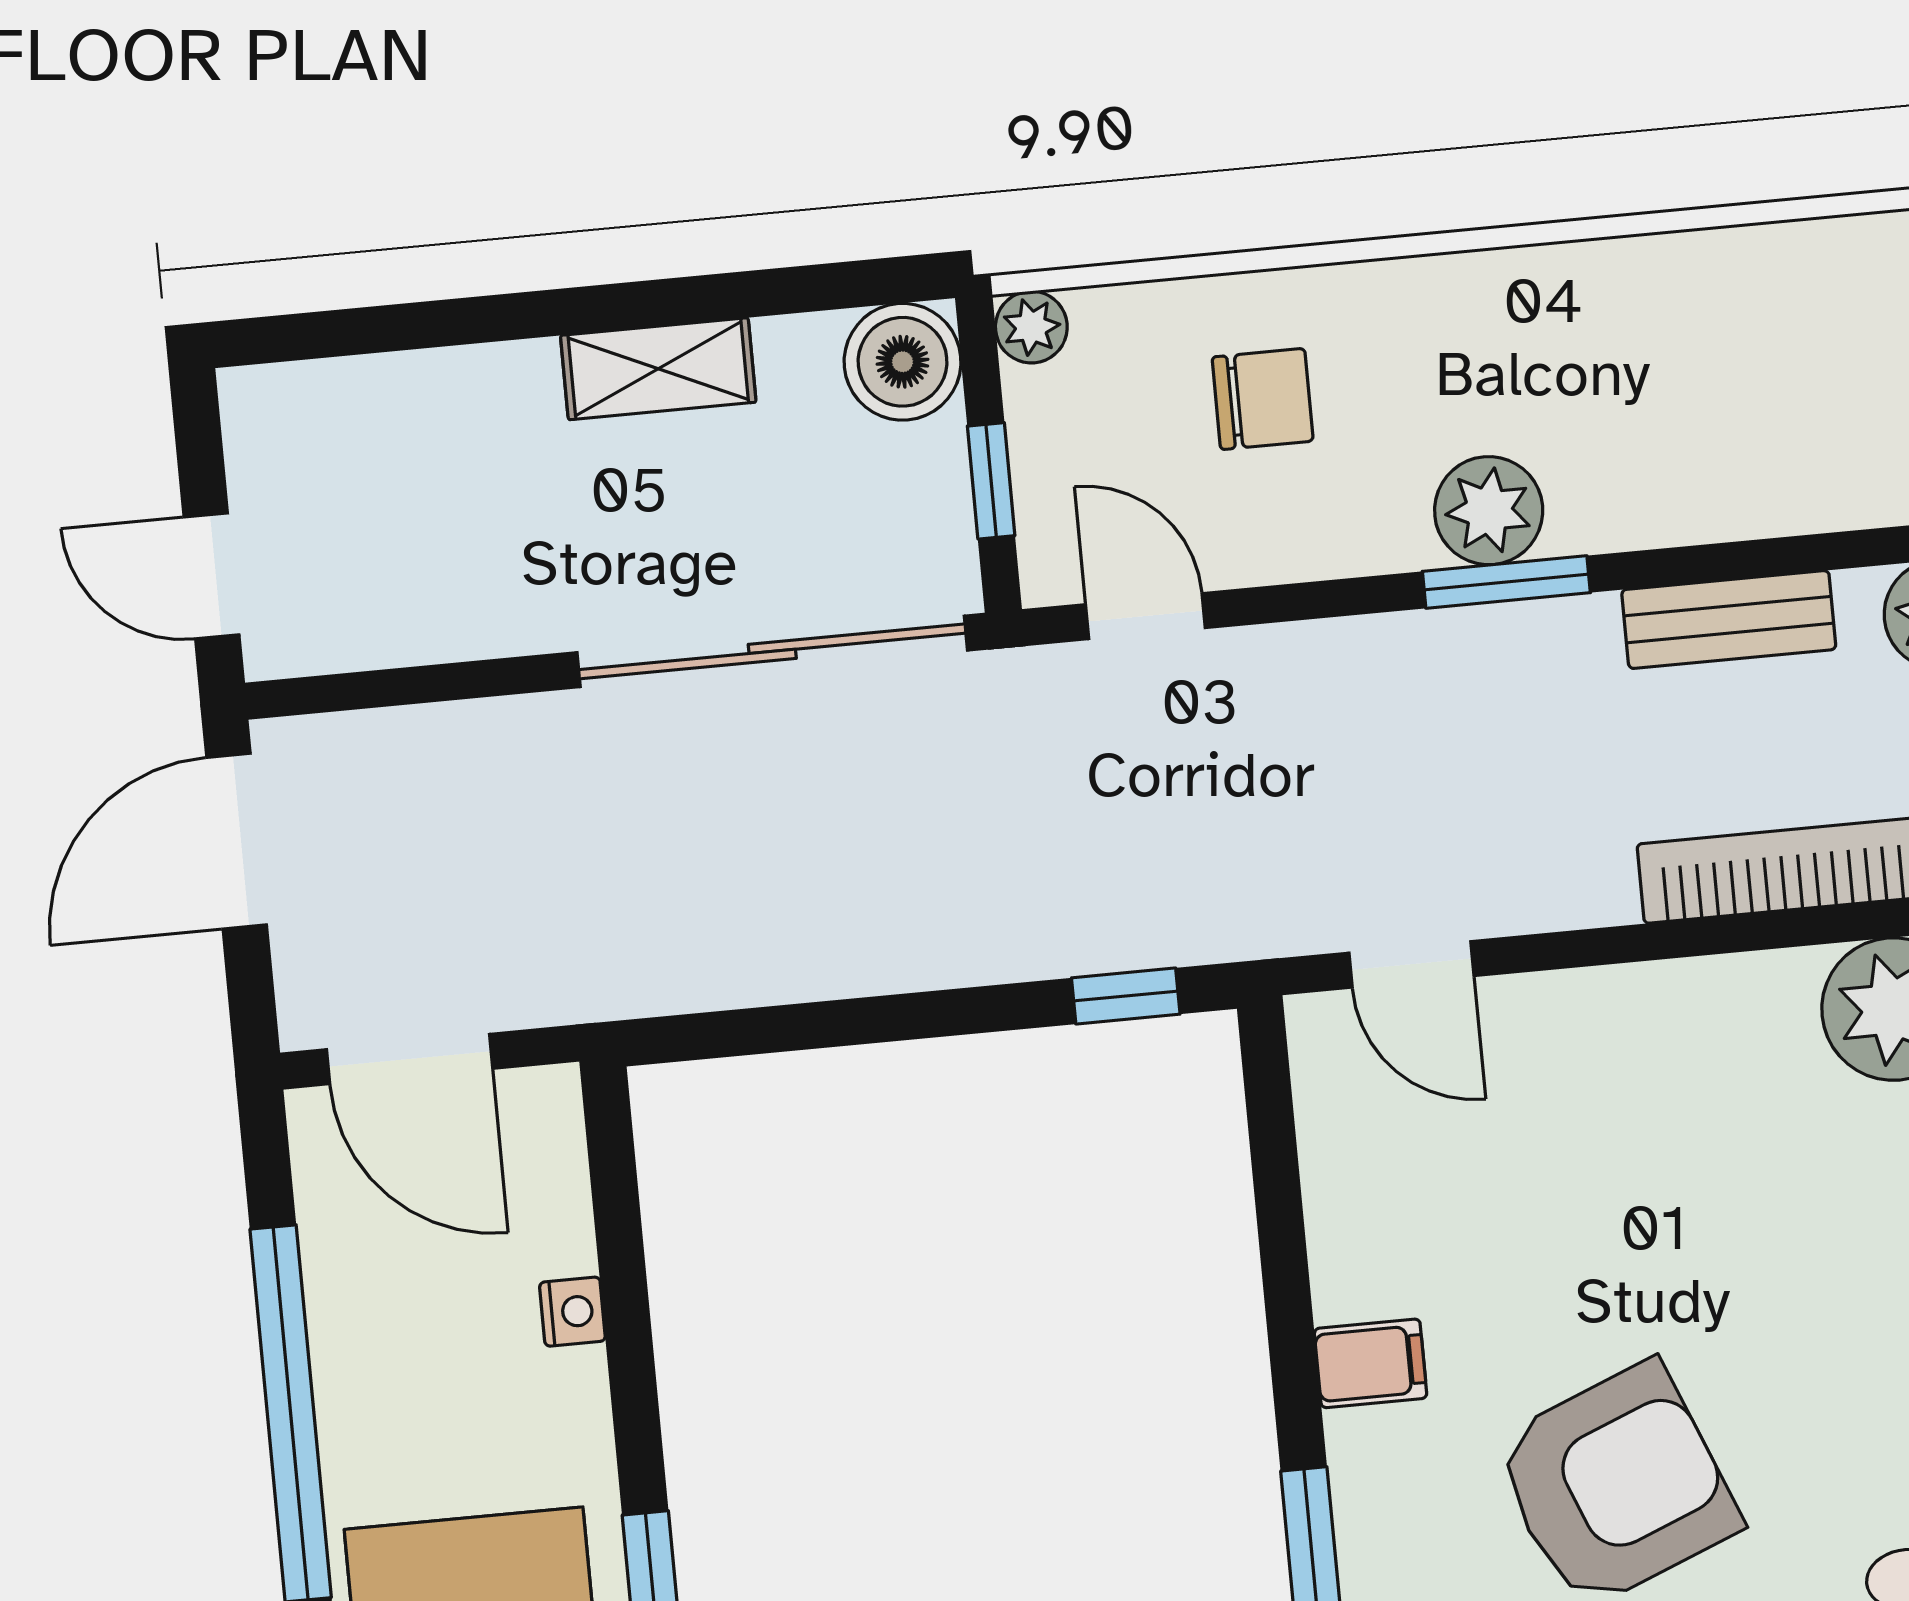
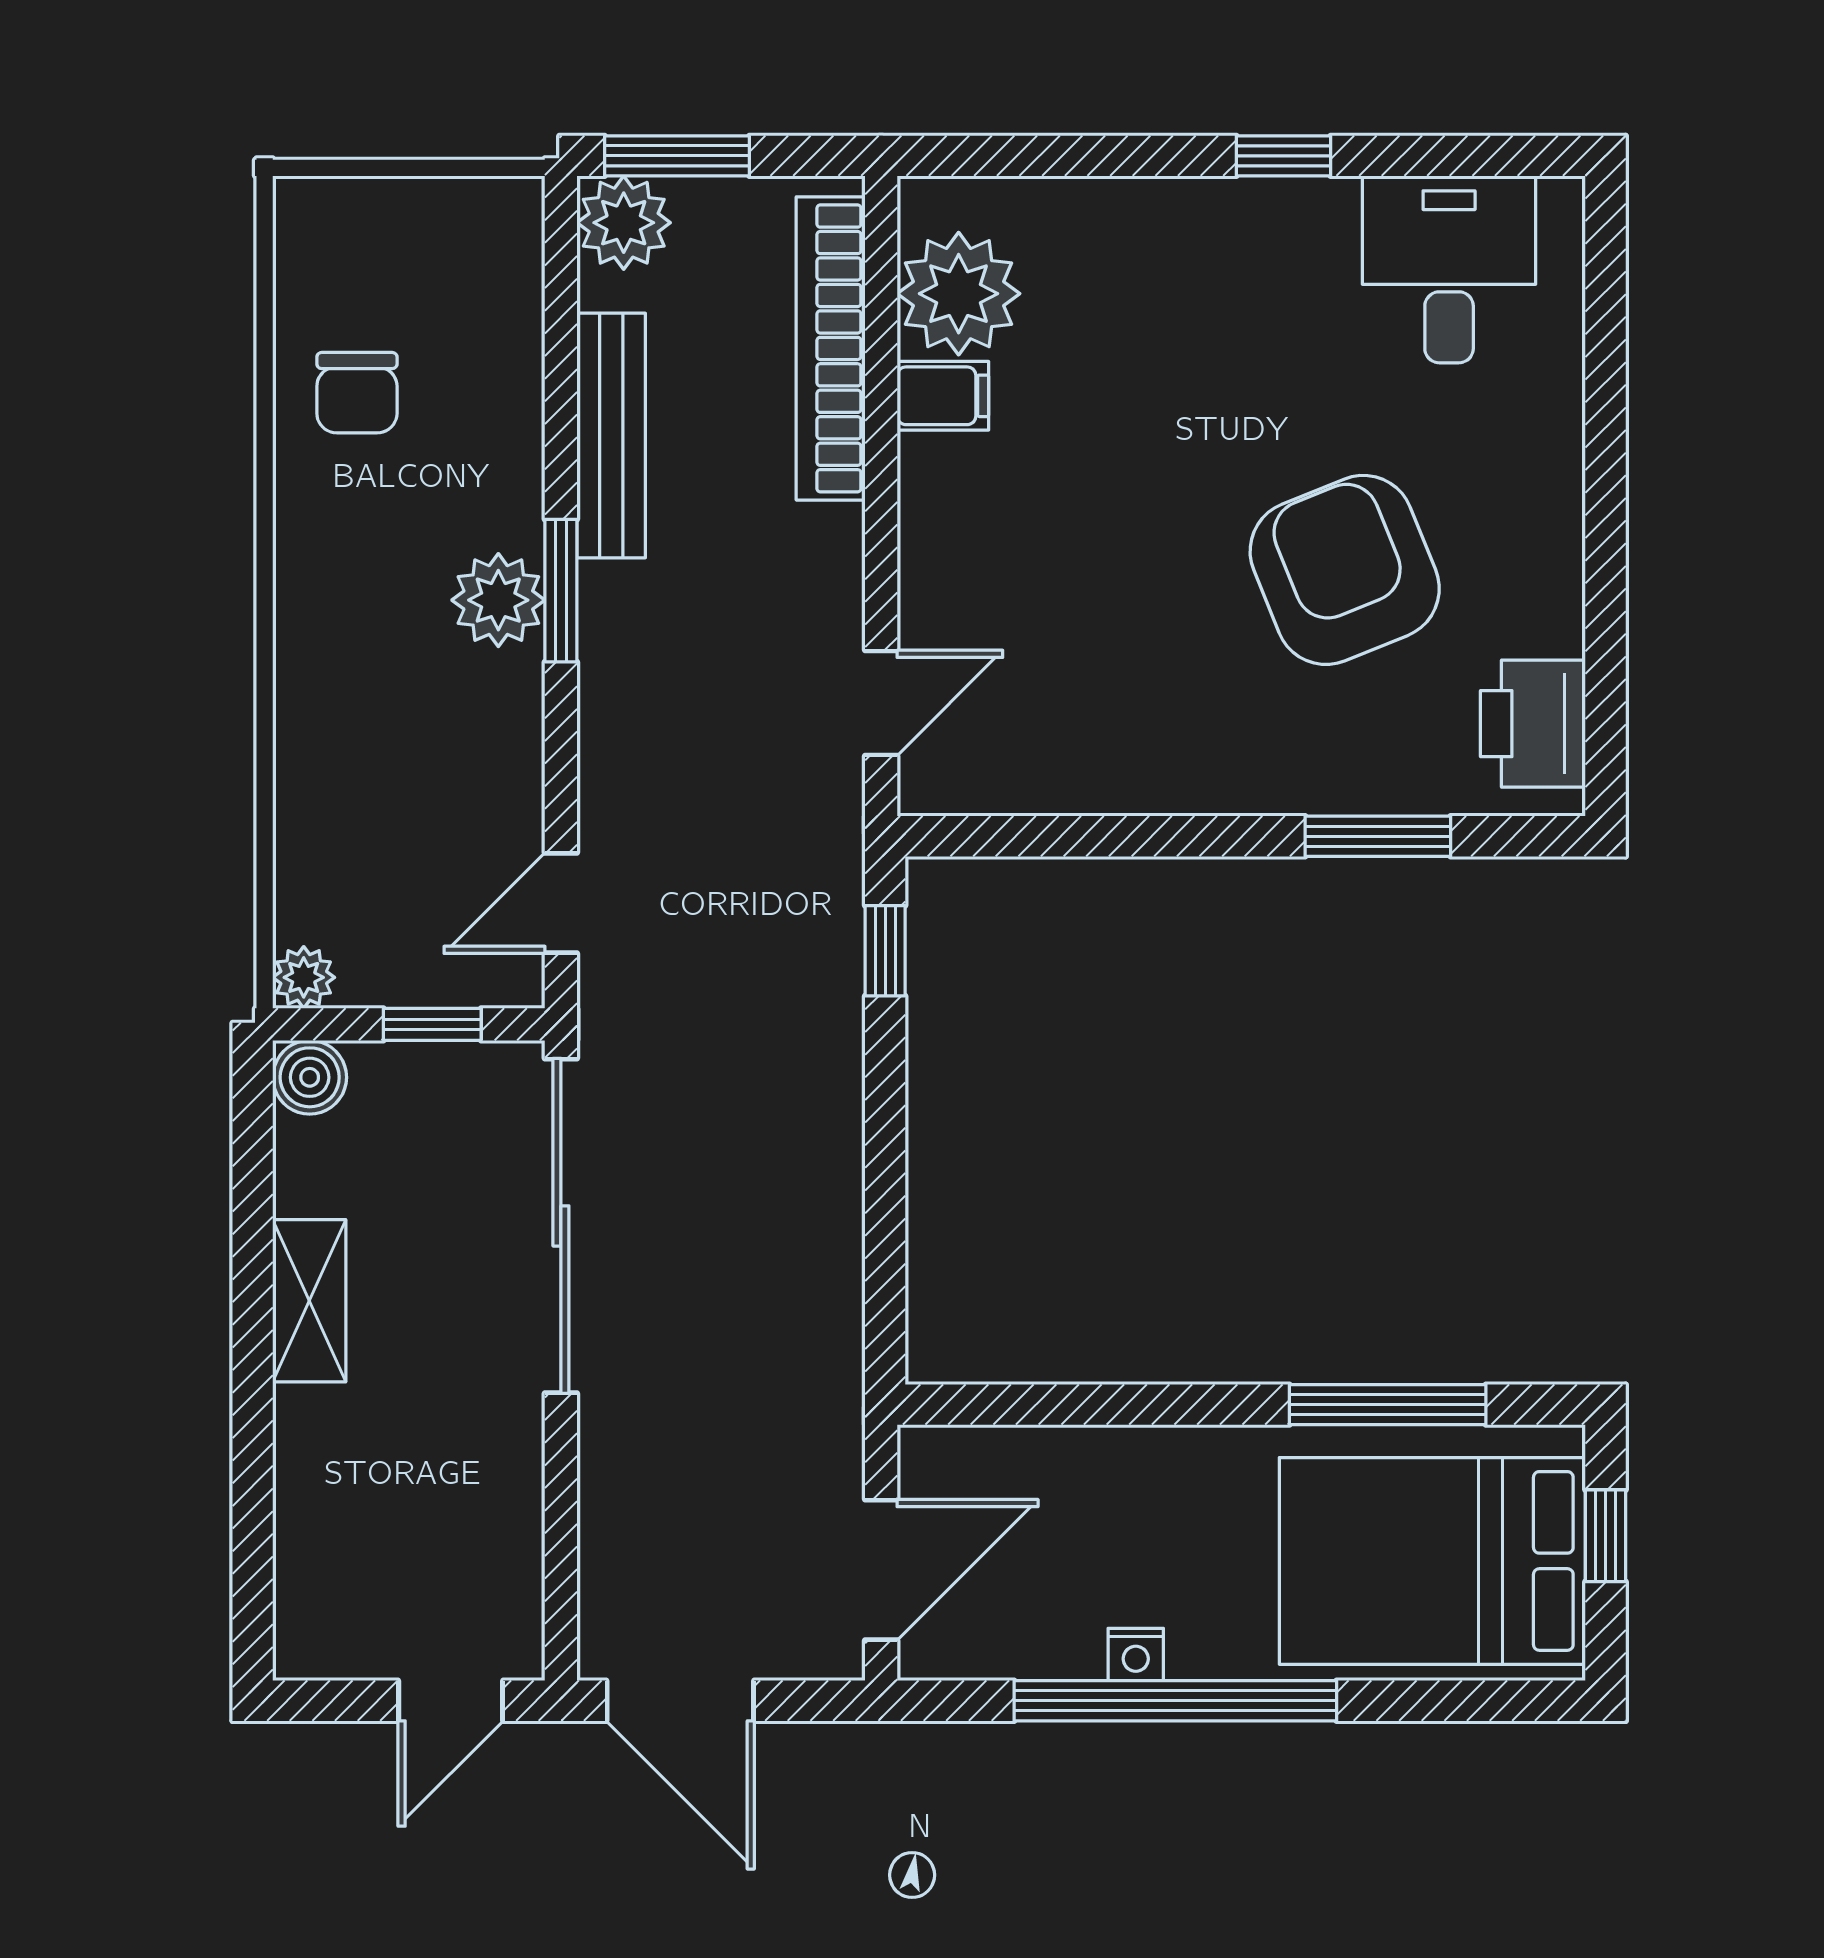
boiler: (903, 362) -> (310, 1077), width x0.73, depth x0.73
chair: (1263, 399) -> (357, 393), moved, turned 180
bench: (1729, 620) -> (611, 435), width x1.36
nightstand: (572, 1312) -> (1136, 1655), moved, turned 180
filing cabinet: (1371, 1363) -> (943, 396), moved, turned 90

